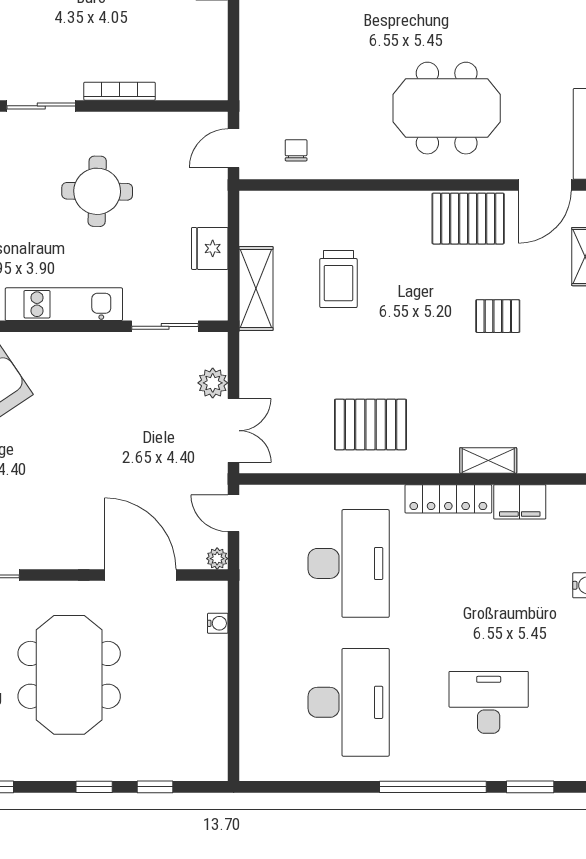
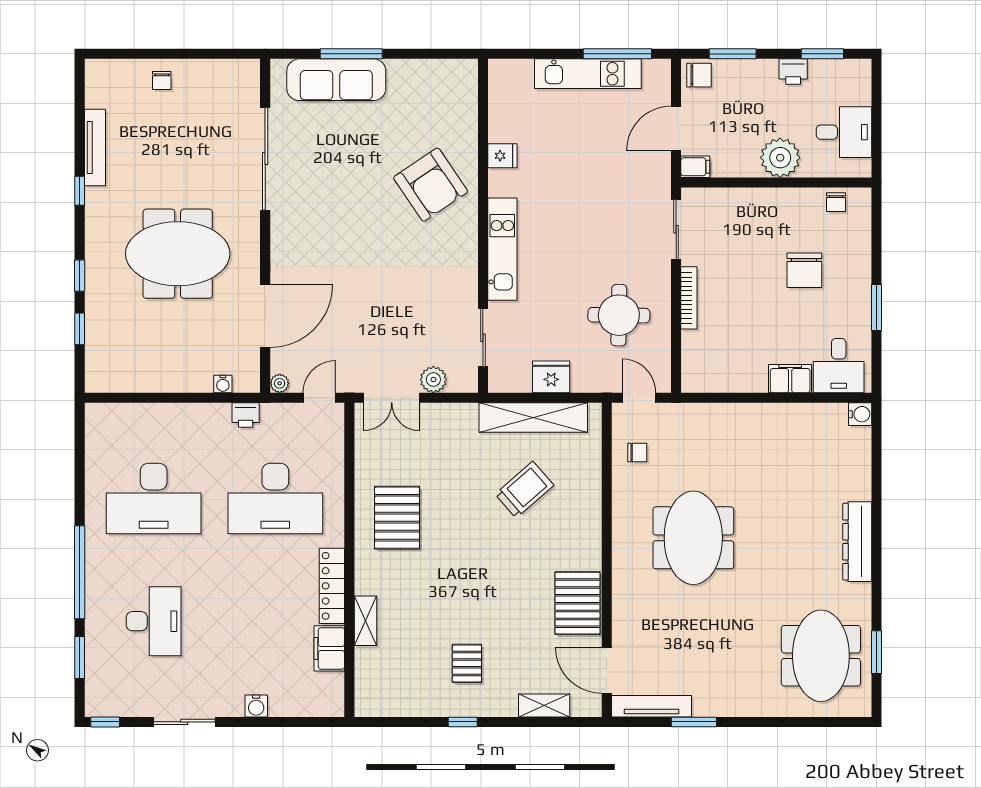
meeting table: (447, 108) -> (693, 538), moved
round table: (97, 191) -> (619, 315), moved
trolley: (338, 279) -> (524, 490), turned 139
shelving: (256, 289) -> (533, 417), width x1.47
pallet: (498, 316) -> (467, 663), moved
printer: (253, 597) -> (246, 415), added

